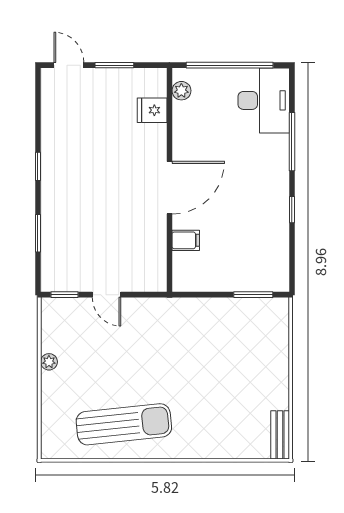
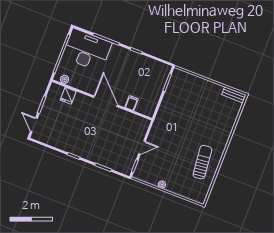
door: (69, 65) -> (34, 125), hinge flipped
desk: (264, 100) -> (87, 50), width x1.36, depth x1.30
sun lounger: (124, 424) -> (202, 162), width x0.73, depth x0.75

